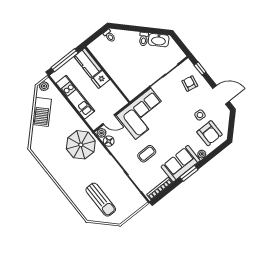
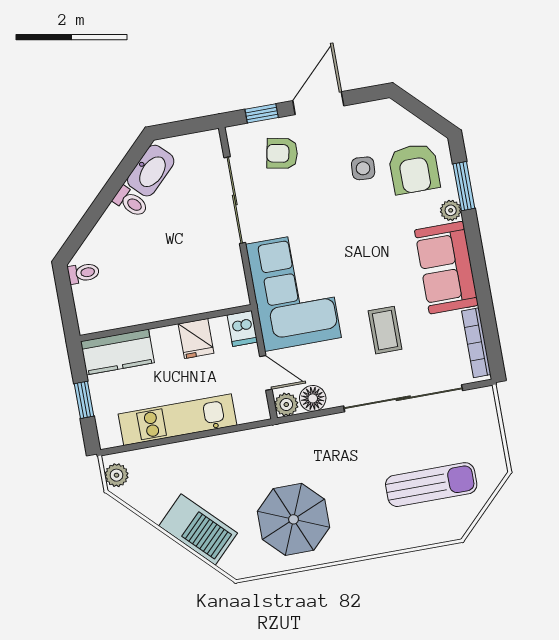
window: (64, 60) -> (84, 400), width x0.46
fridge: (101, 79) -> (196, 338), moved
door: (221, 95) -> (318, 103), moved
dishwasher: (120, 103) -> (242, 328), added
barbecue: (42, 112) -> (198, 529), moved
door: (109, 120) -> (266, 373), hinge flipped
armchair: (210, 133) -> (414, 169), turned 90
parasol: (81, 145) -> (294, 519), moved
window: (189, 173) -> (464, 186), moved

